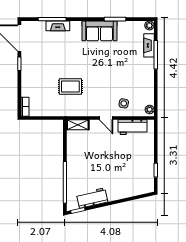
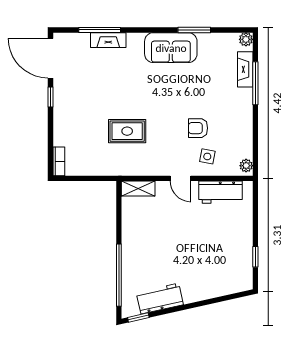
armchair: (118, 84) -> (198, 128), added

